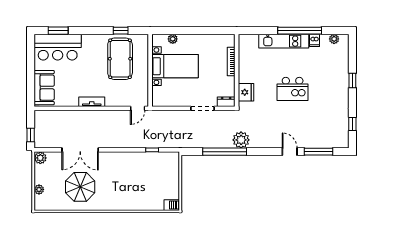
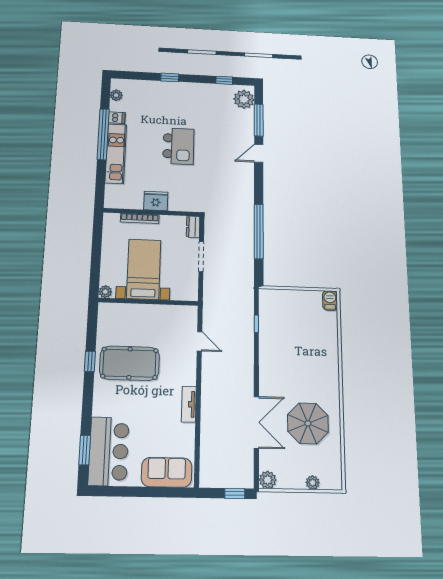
bed with nightstands: (175, 66) -> (144, 269), moved
wall: (150, 70) -> (148, 302), moved
fridge: (246, 92) -> (156, 201), moved
plant: (241, 140) -> (244, 99), moved

